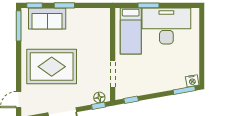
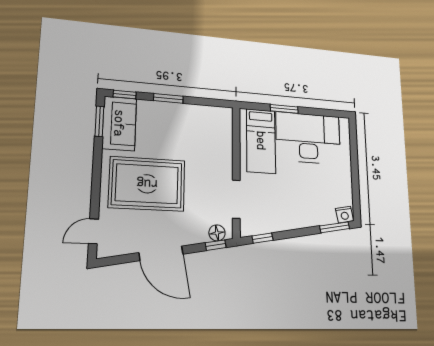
sofa: (47, 18) -> (119, 123), moved, turned -90
window: (19, 26) -> (99, 121), width x0.69

